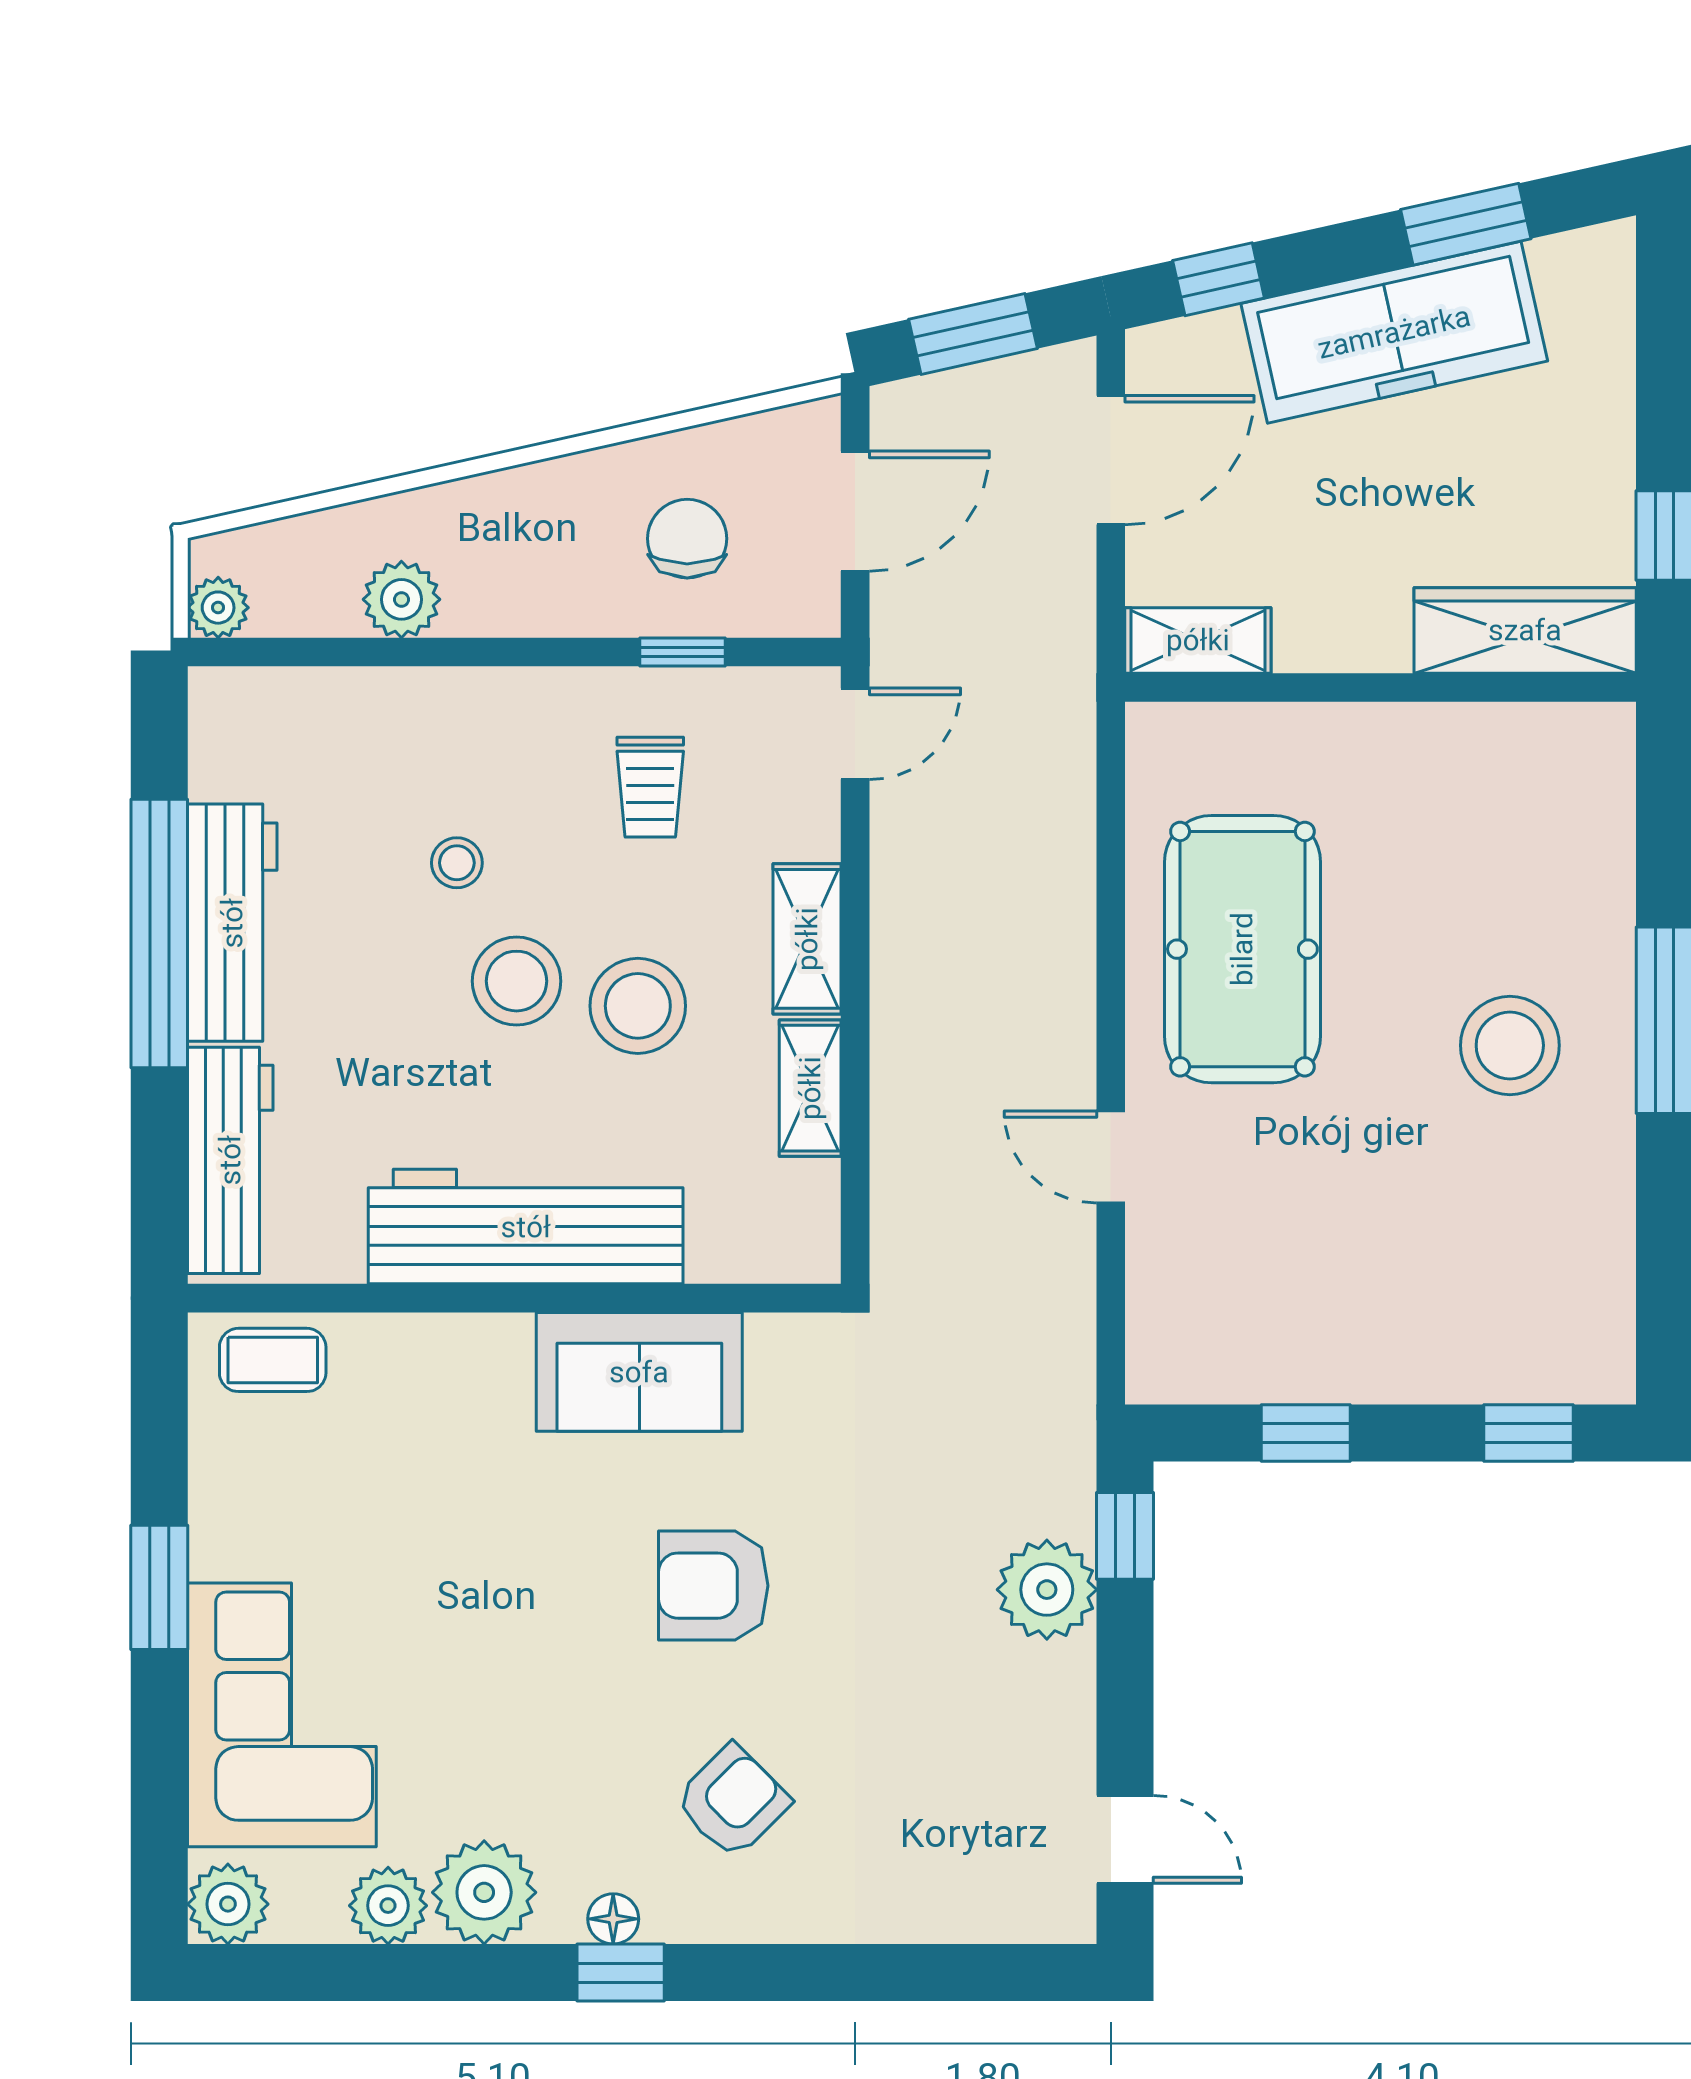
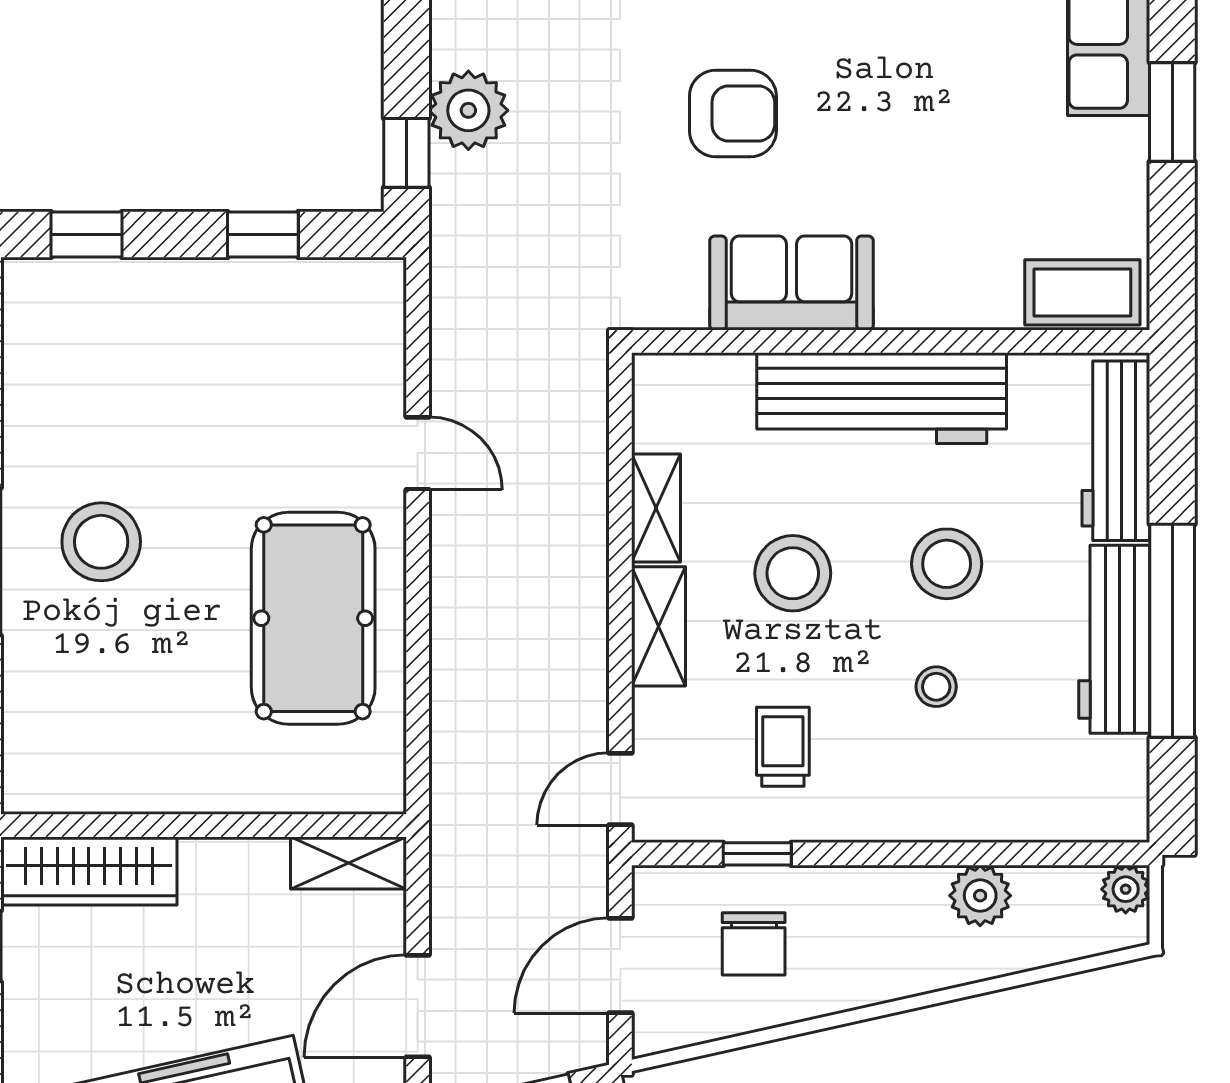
stool: (517, 981) -> (947, 564), moved
coffee table: (273, 1360) -> (1082, 292), width x1.36, depth x1.30

